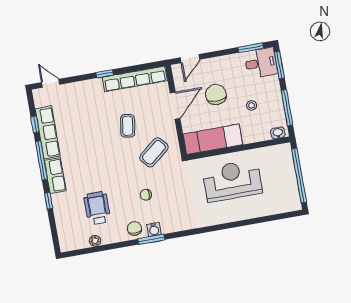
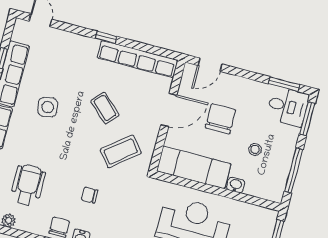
coffee table: (128, 126) -> (105, 108), turned -56
washbasin: (278, 133) -> (236, 185), moved
side table: (85, 145) -> (48, 107), added

